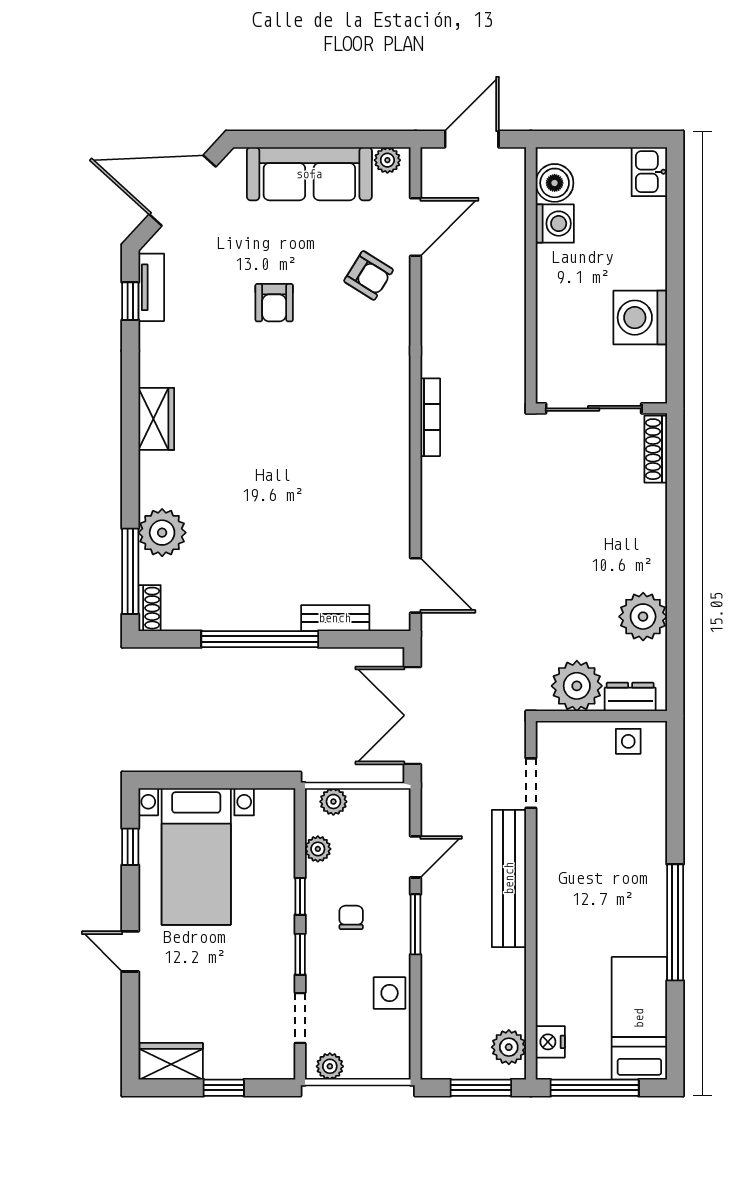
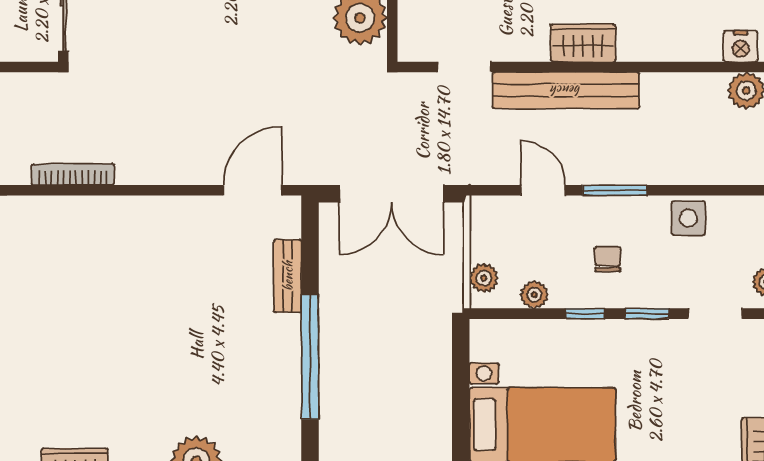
wardrobe: (553, 894) -> (583, 43), added
chair: (351, 917) -> (608, 259), turned 90

